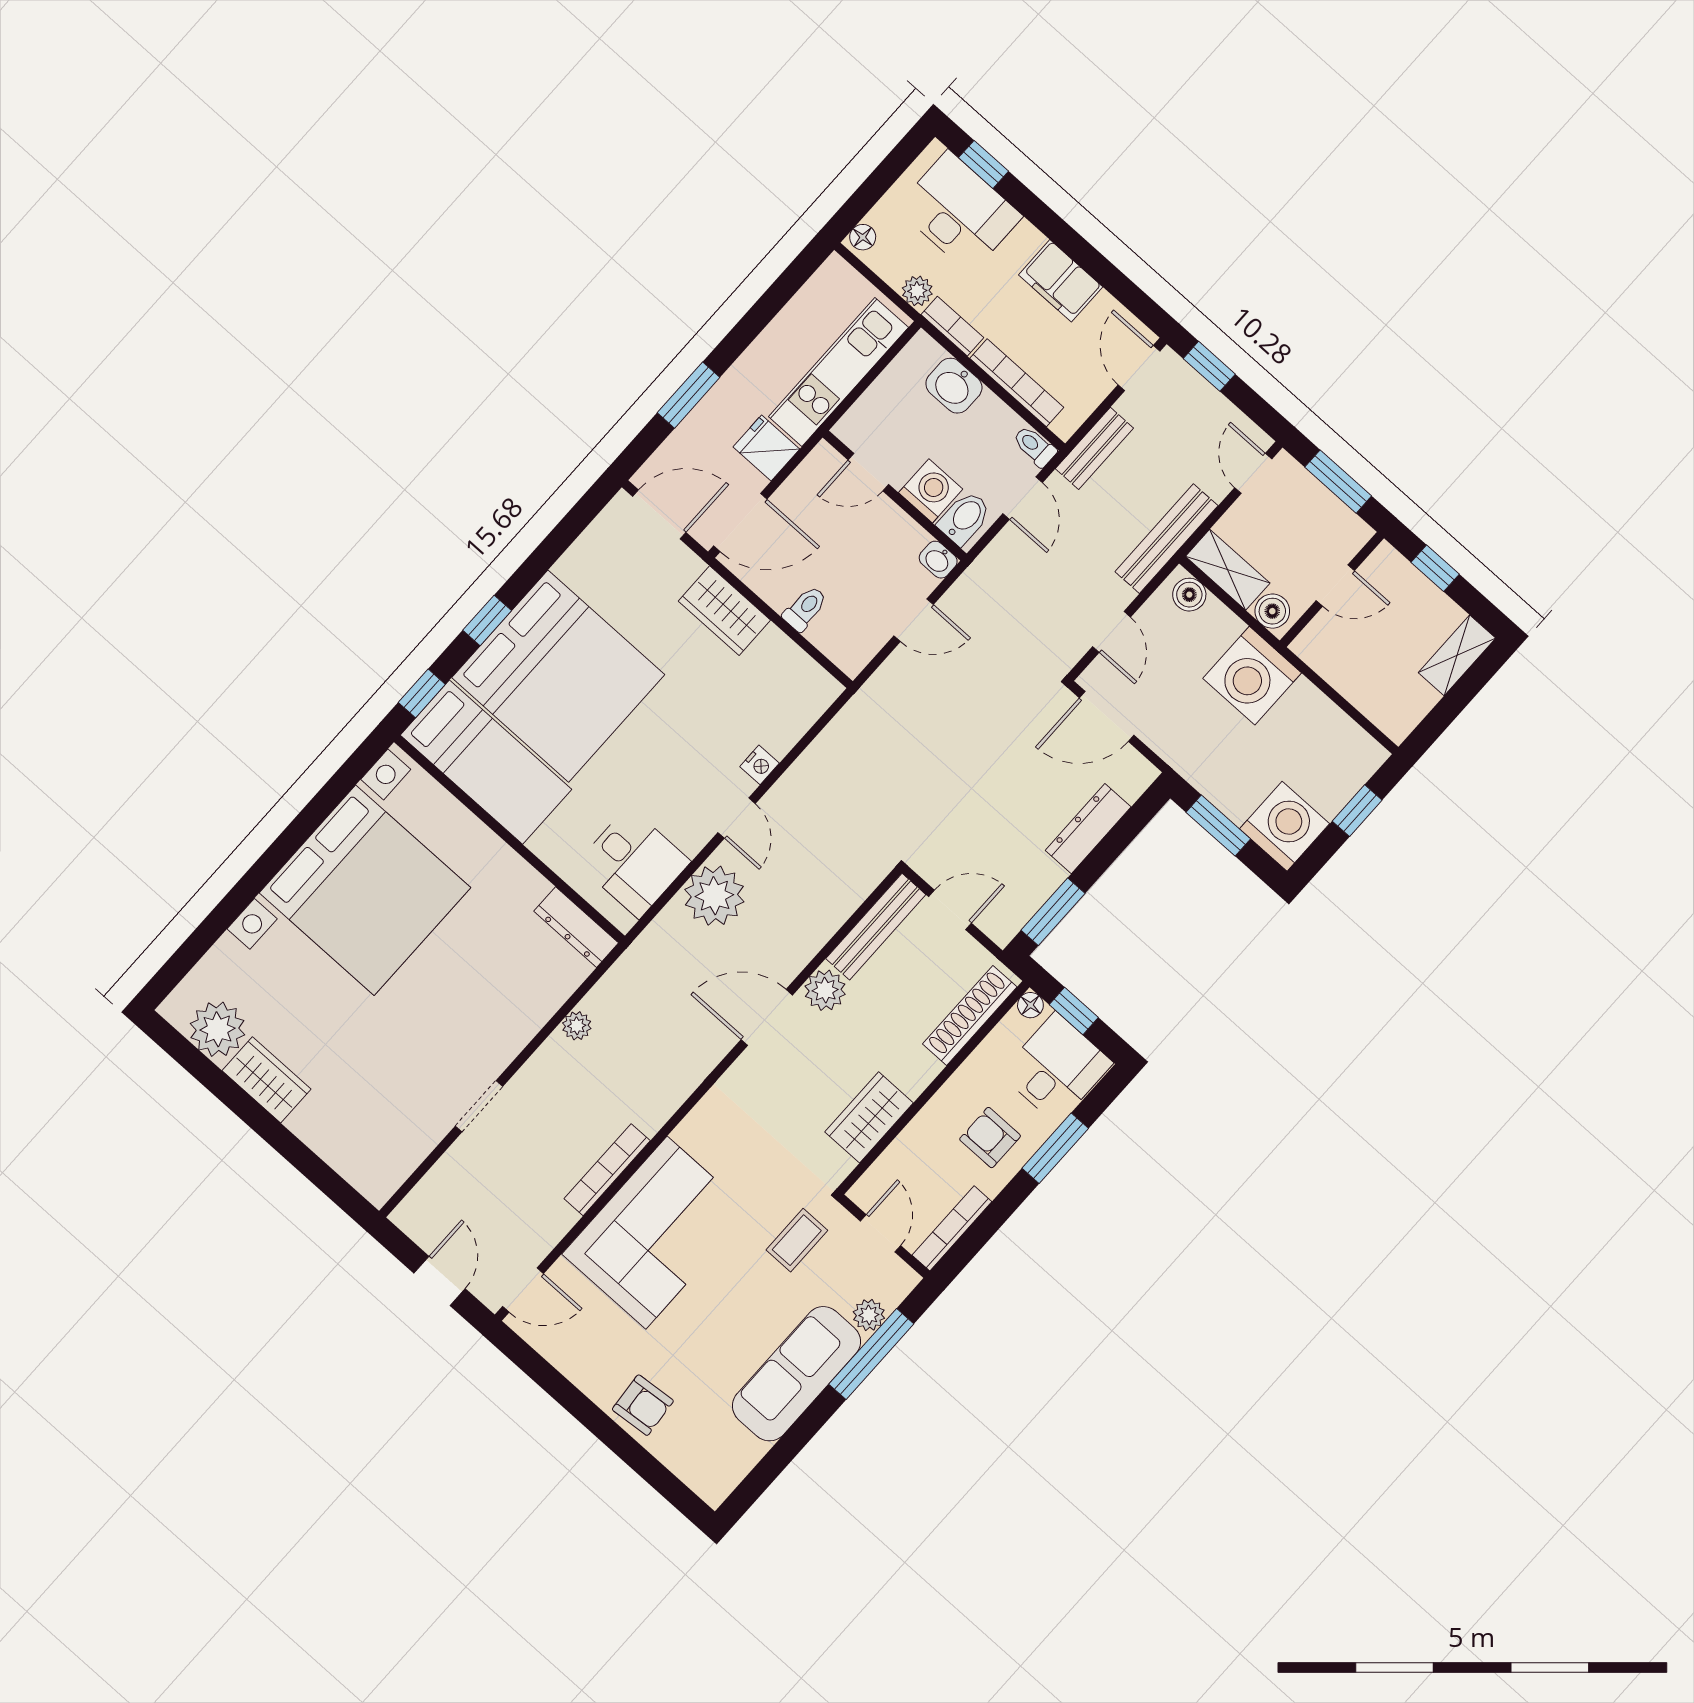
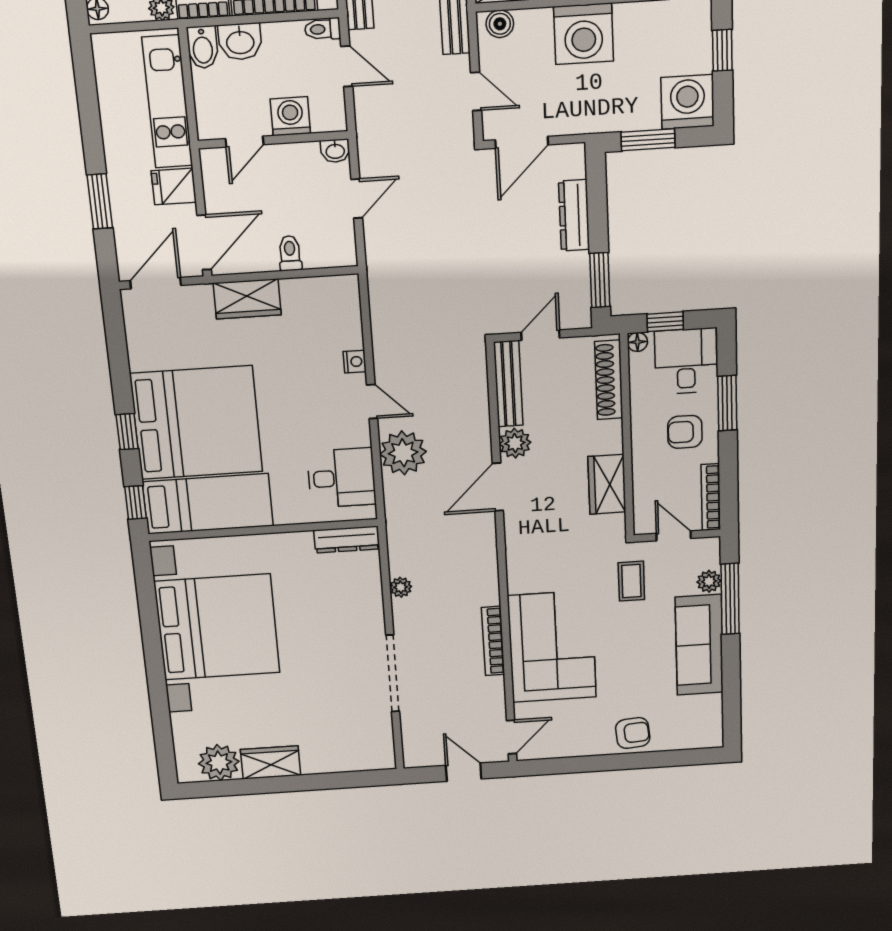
bidet: (965, 518) -> (203, 47), moved, turned 180
doorway: (479, 1106) -> (393, 673), width x1.87

